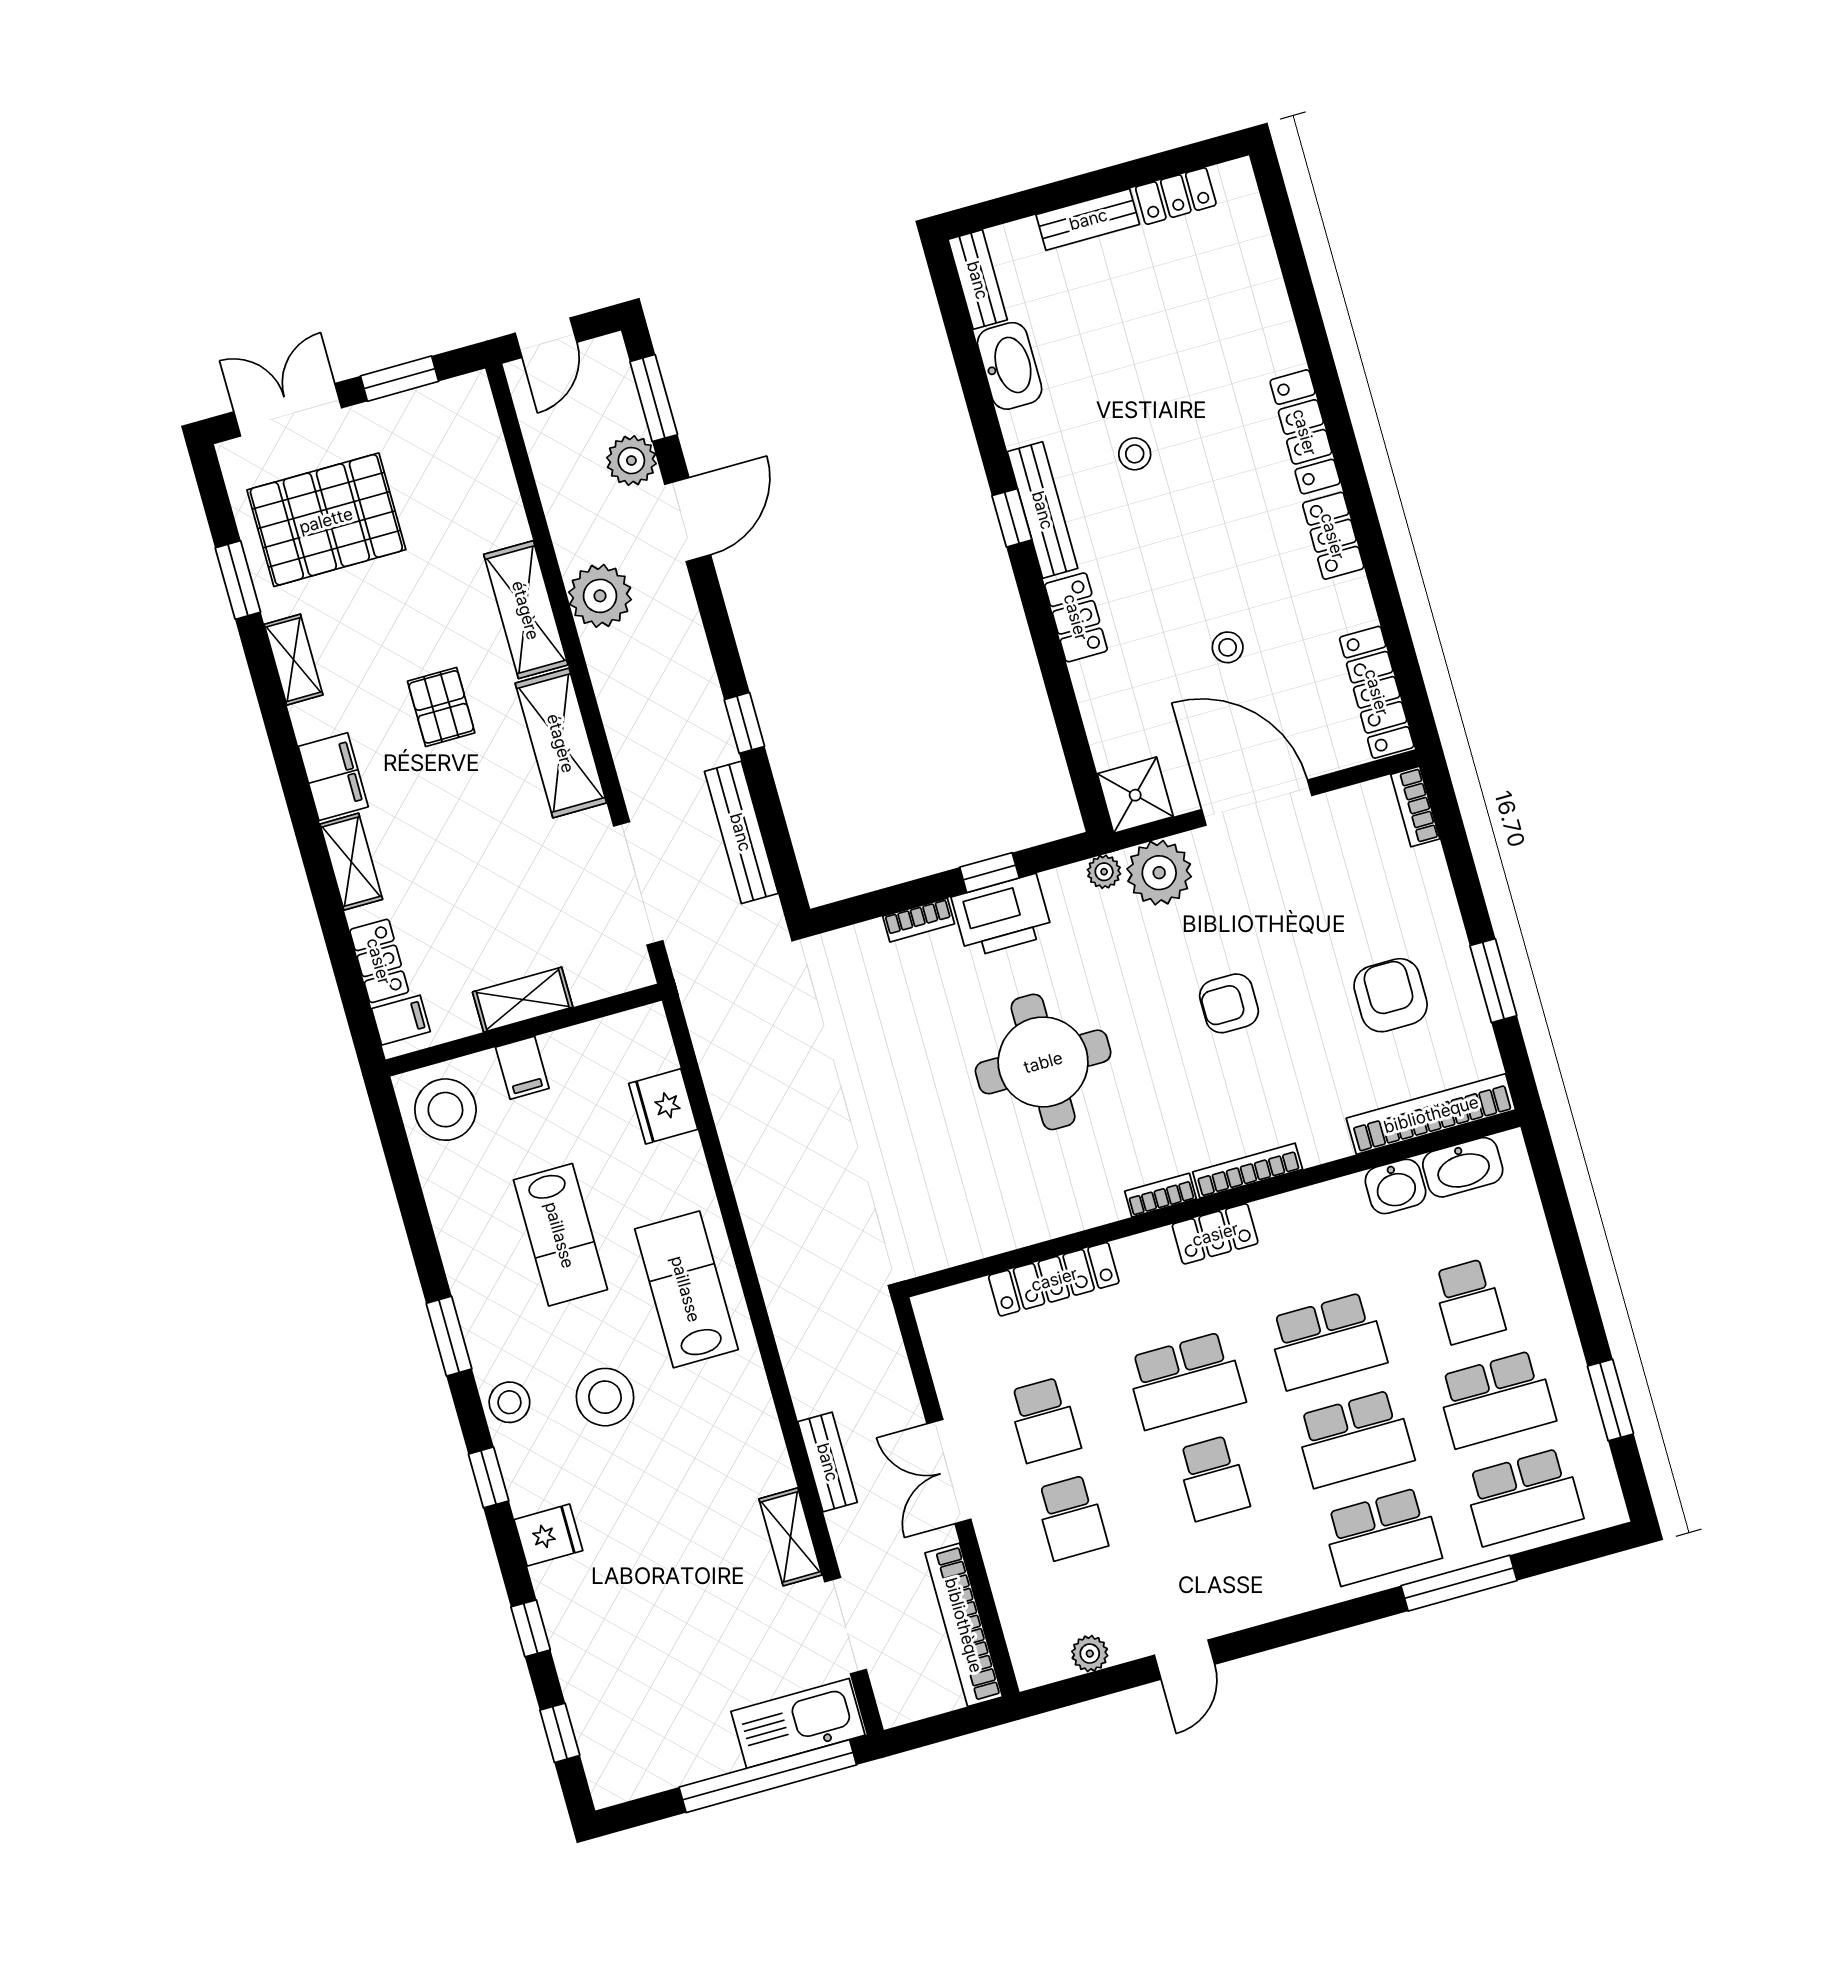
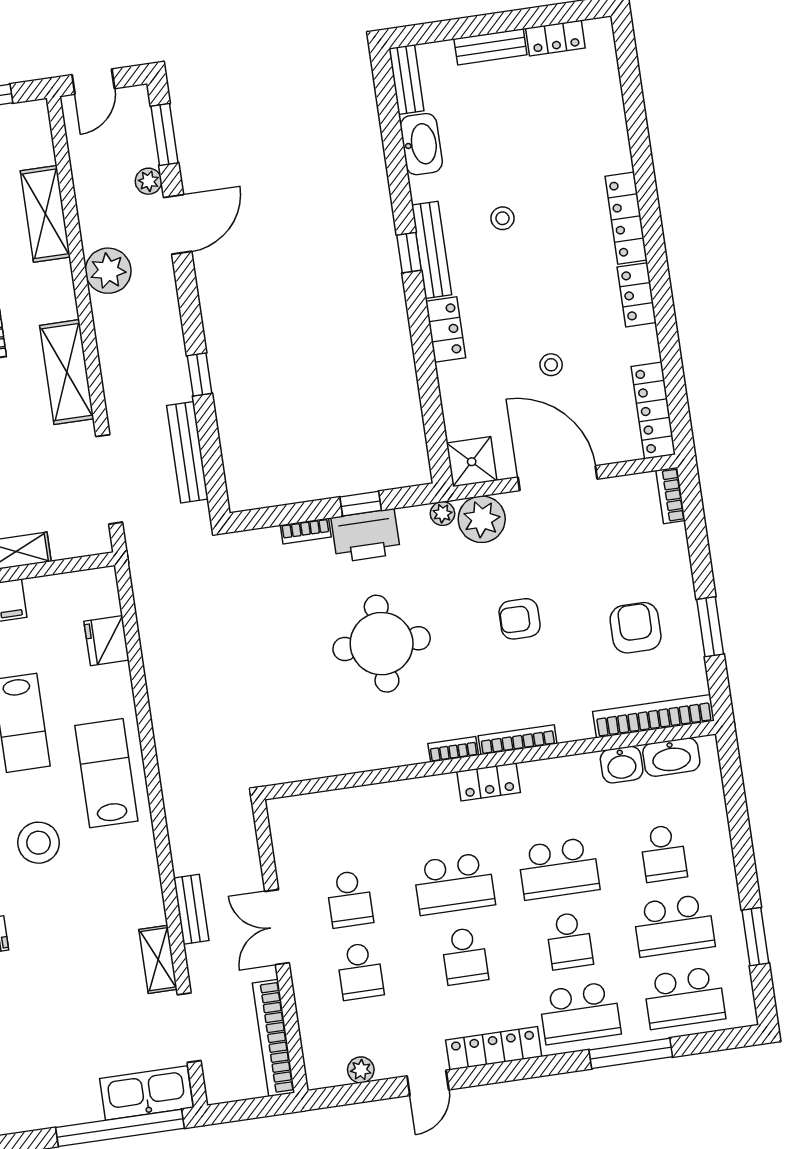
plant: (631, 461) -> (148, 181), width x0.73, depth x0.73
shelving: (526, 610) -> (45, 214), moved
locker: (1054, 1279) -> (494, 1048), moved, turned 180
school desk: (1354, 1439) -> (569, 941), width x0.54

